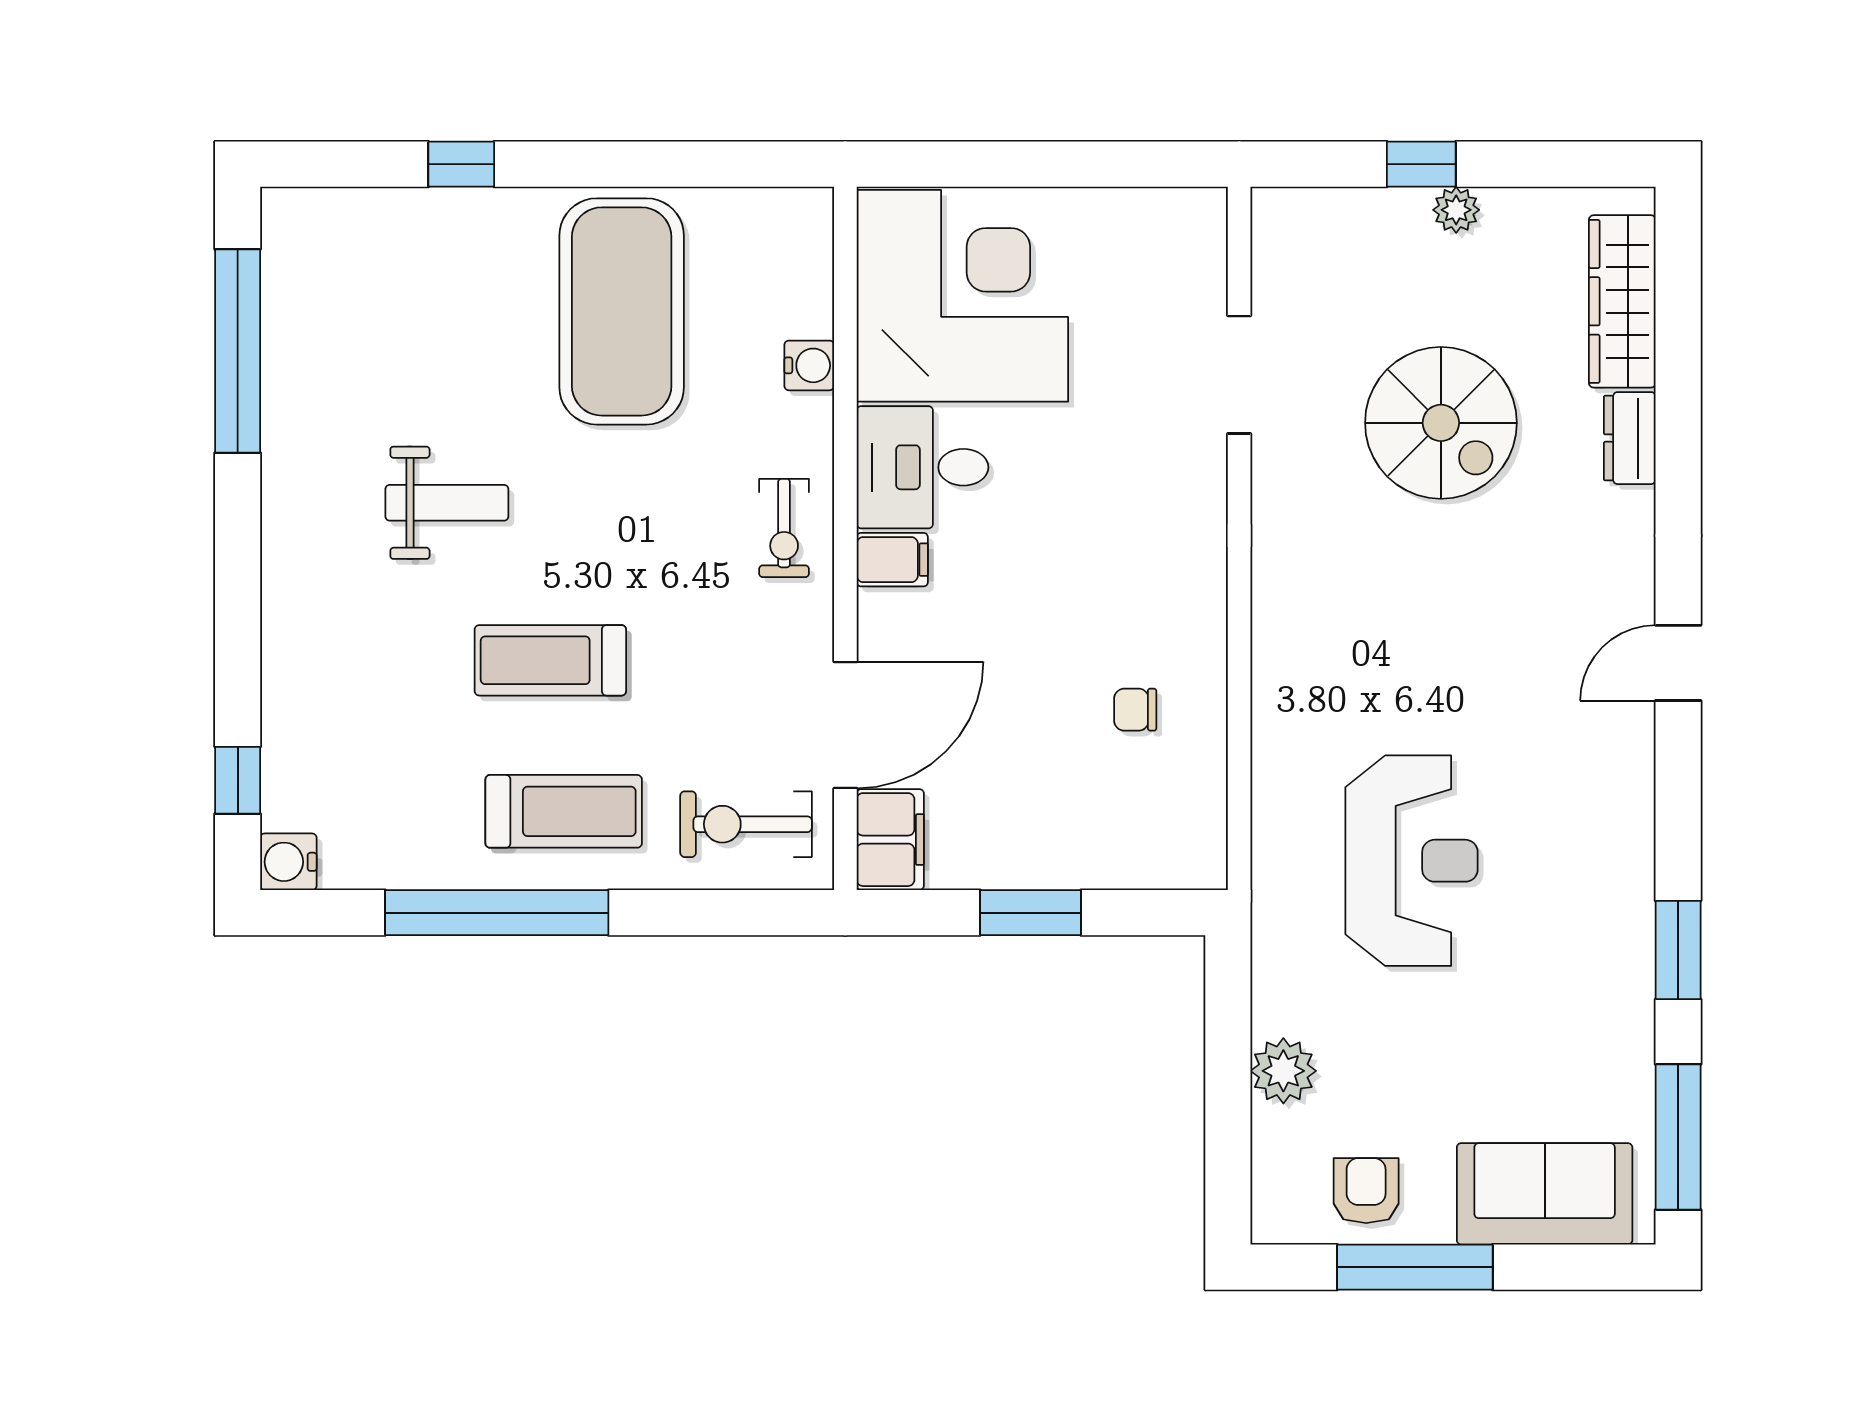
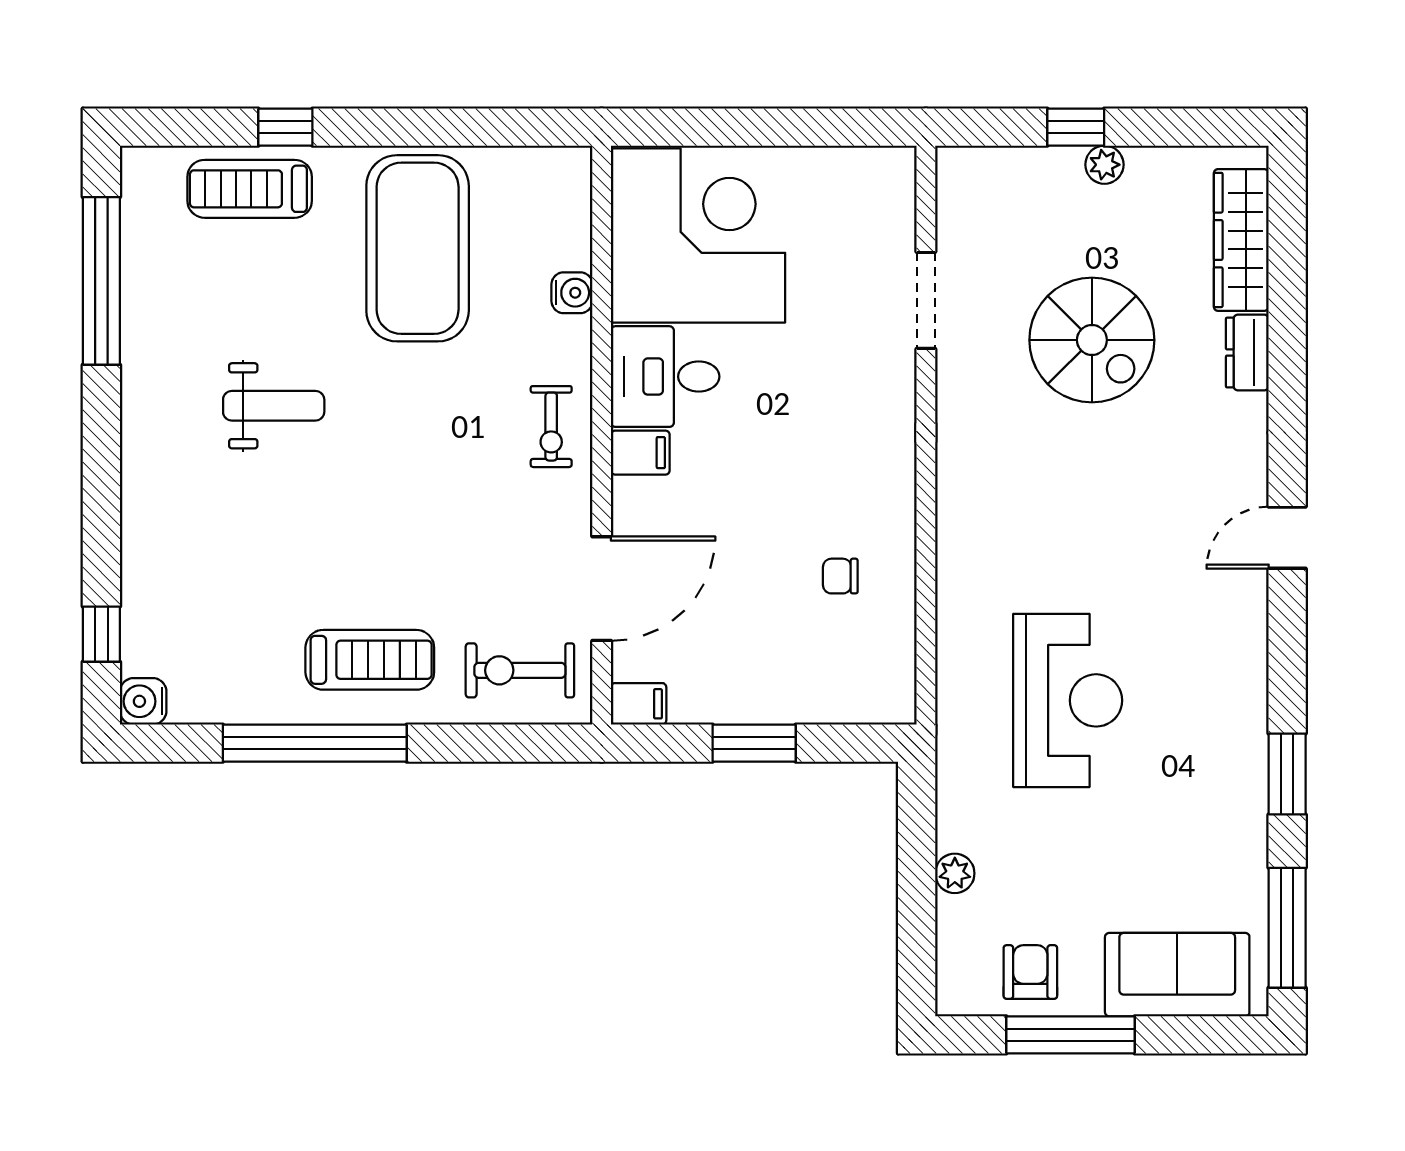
treadmill: (550, 660) -> (250, 189), moved
filing cabinet: (890, 840) -> (639, 704), width x0.50
plant: (1283, 1071) -> (955, 873), width x0.73, depth x0.73

